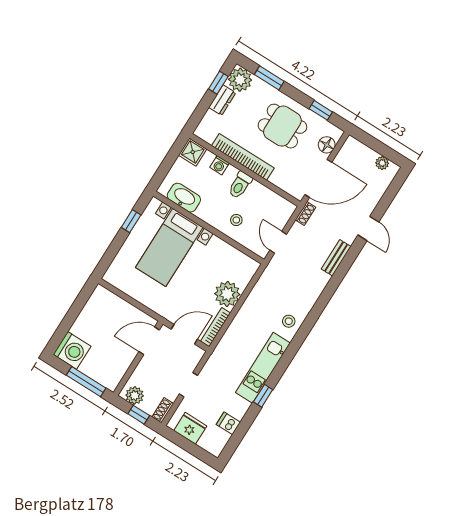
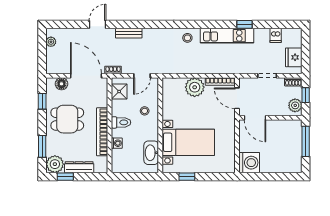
dresser: (222, 100) -> (79, 167), width x1.44
dining table: (282, 126) -> (67, 119), turned 90
shower: (193, 152) -> (119, 92), moved
washing machine: (72, 350) -> (249, 163), moved, turned 90

